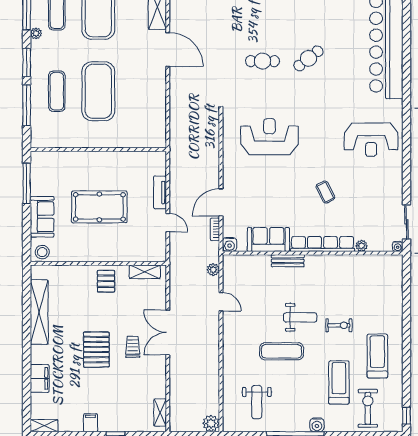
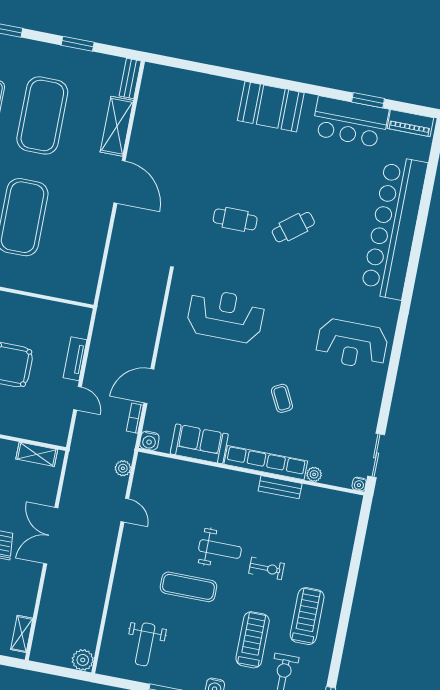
bench: (288, 261) -> (280, 487), moved

